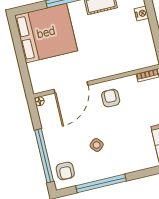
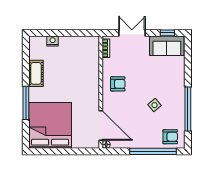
door: (71, 87) -> (101, 125), moved
armchair: (111, 98) -> (118, 84), turned 180

